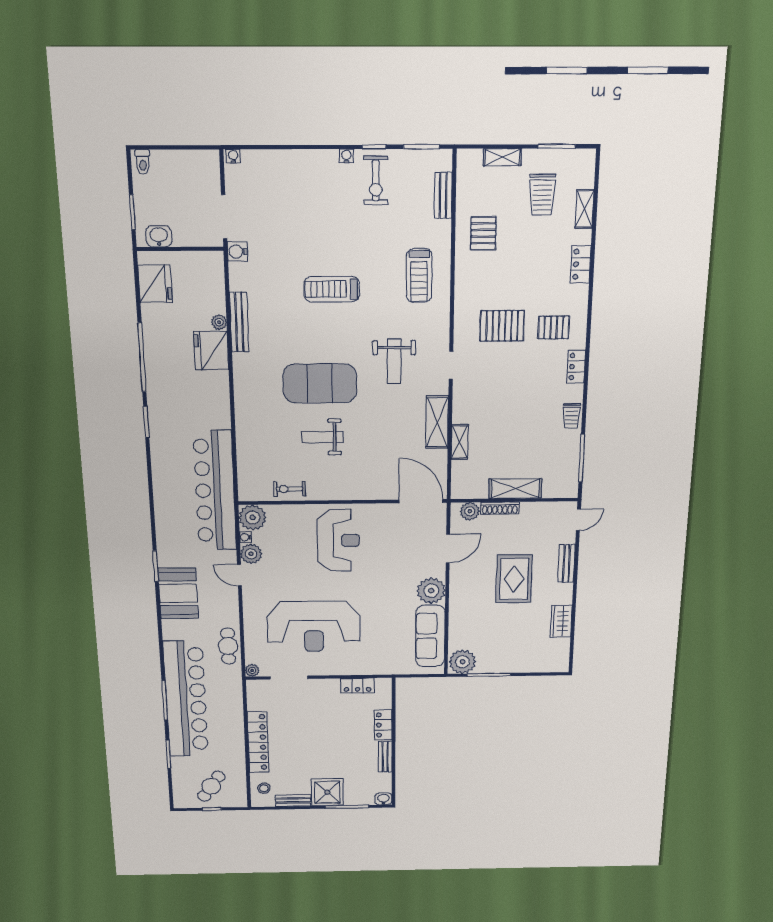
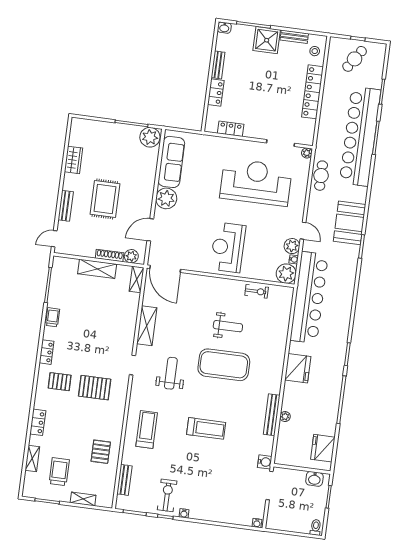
fridge: (211, 351) -> (298, 368), moved
shelving: (460, 442) -> (137, 279), moved

